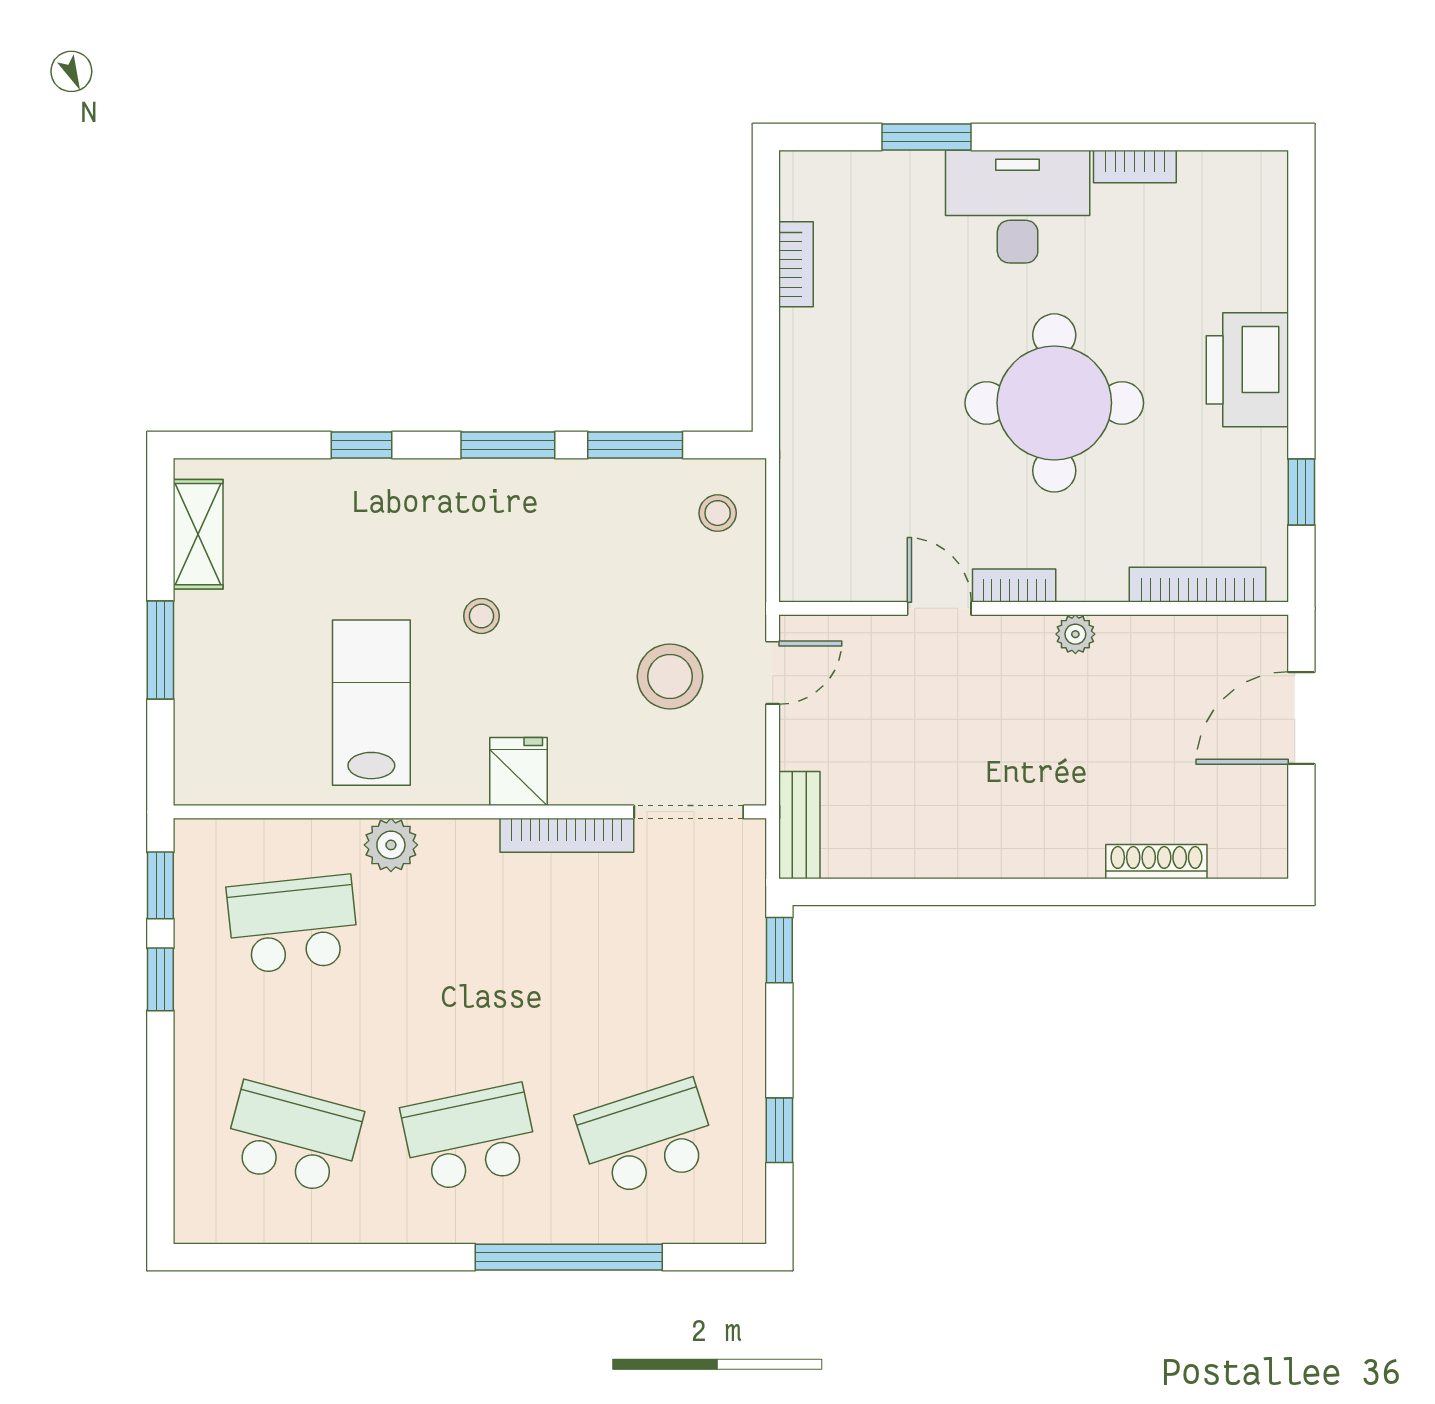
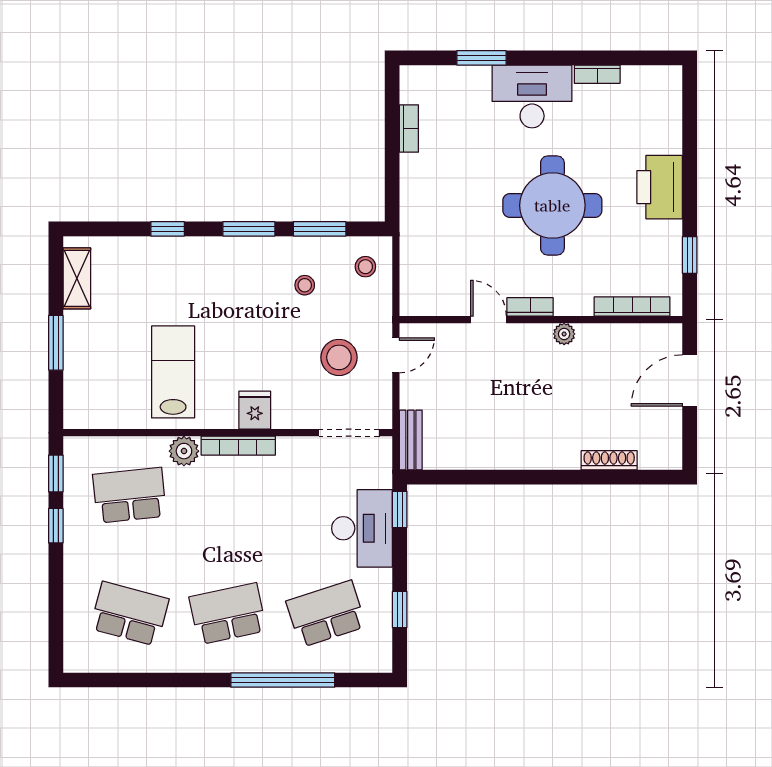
stool: (481, 616) -> (305, 285), moved
bookcase: (567, 835) -> (238, 446), moved
desk: (712, 984) -> (362, 528), added

